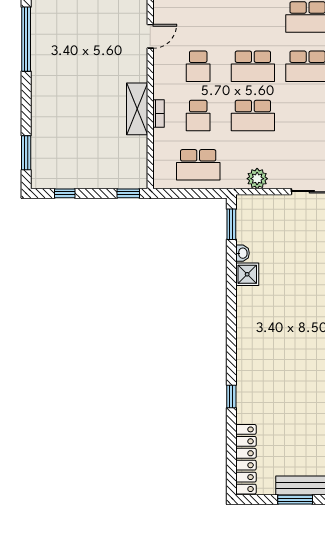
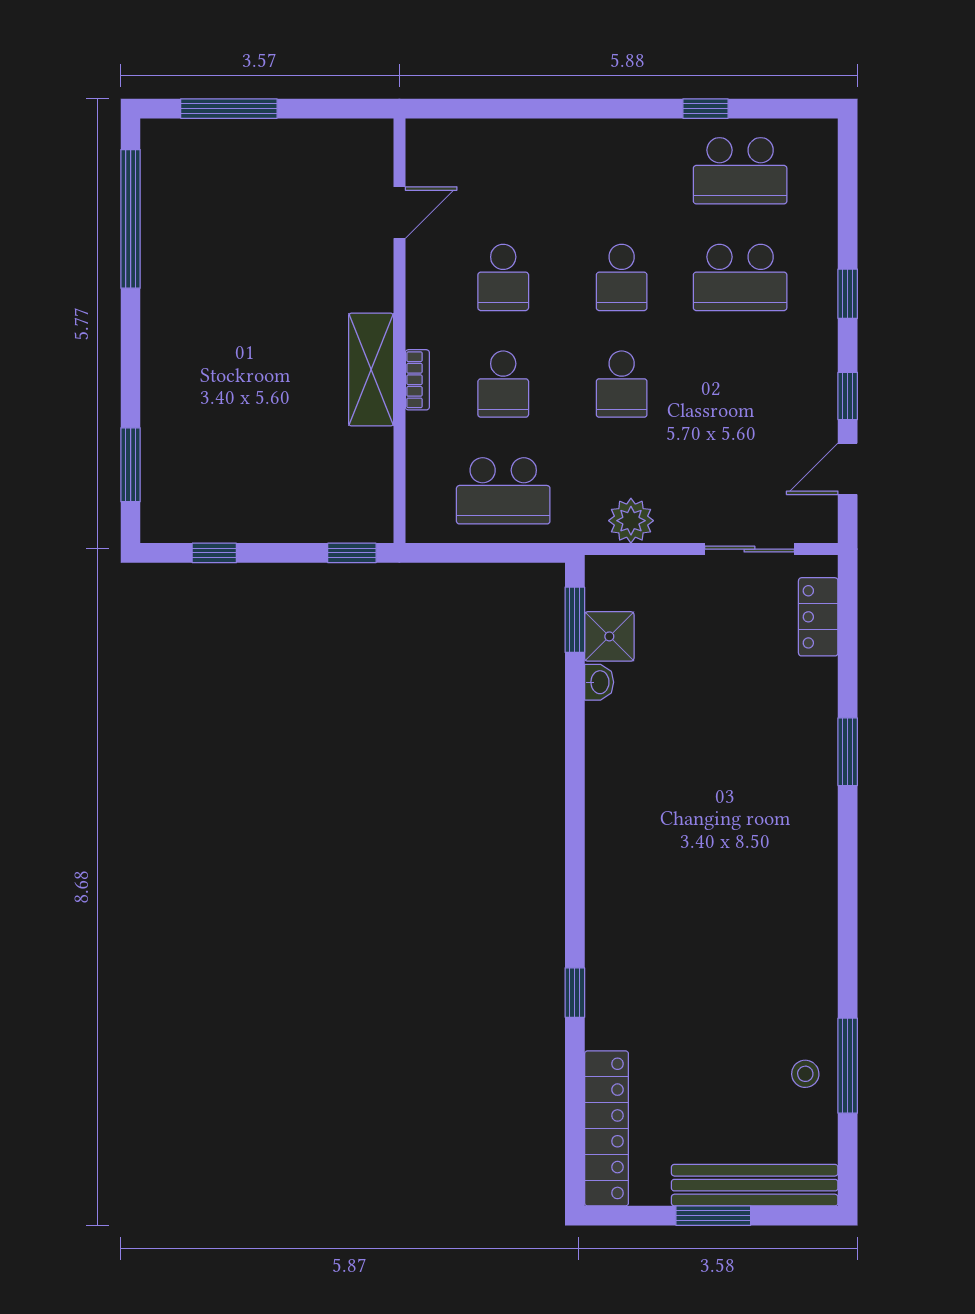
school desk: (253, 66) -> (622, 277), width x0.54
school desk: (253, 116) -> (622, 384), width x0.54
shower: (247, 274) -> (609, 636), moved

